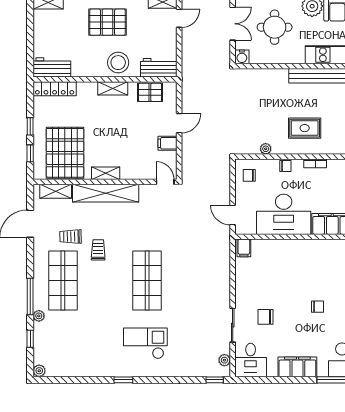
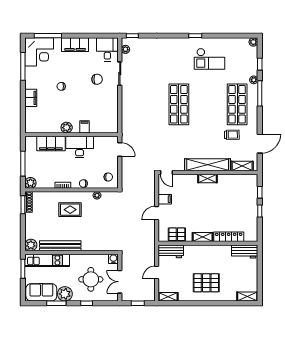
door: (179, 18) -> (157, 272), moved
stool: (118, 63) -> (199, 255), removed
locker: (55, 89) -> (229, 237), moved
pallet: (65, 153) -> (236, 193), removed
desk: (284, 214) -> (80, 147), width x0.73, depth x0.77
plant: (310, 247) -> (67, 128), added
filing cabinet: (244, 248) -> (84, 127), moved
trolley: (98, 250) -> (213, 126), removed
checkout: (145, 343) -> (210, 59), moved

